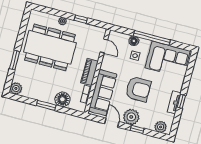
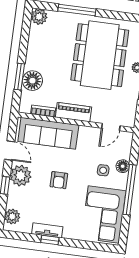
window: (15, 60) -> (77, 10), width x1.44
armchair: (138, 89) -> (59, 180), width x0.53, depth x0.53
window: (46, 105) -> (19, 77), moved
door: (112, 123) -> (10, 151), hinge flipped

